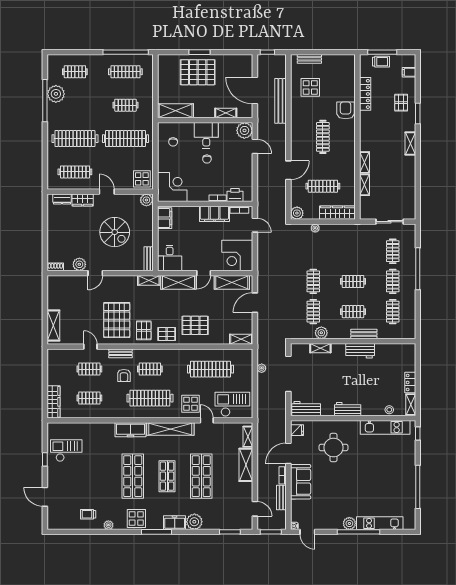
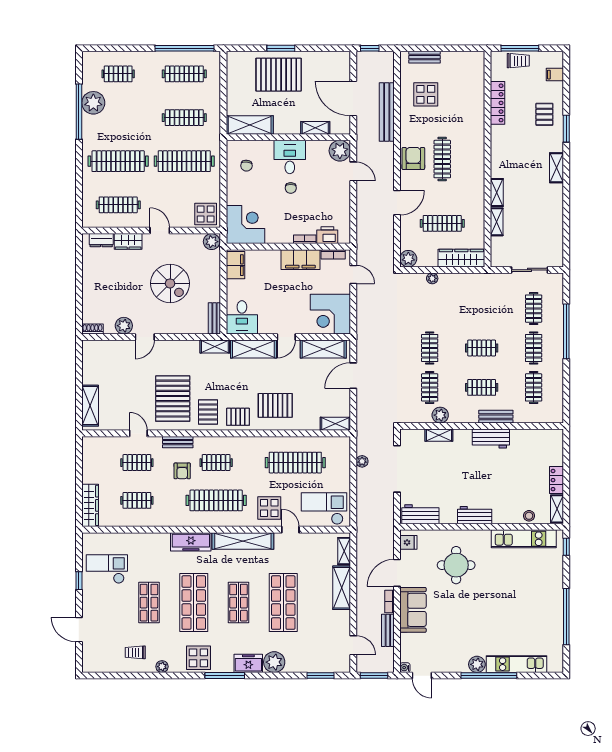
clothes rail: (125, 105) -> (184, 118), width x1.36
armchair: (346, 110) -> (413, 158), moved
shop shelf: (99, 476) -> (149, 603), added

